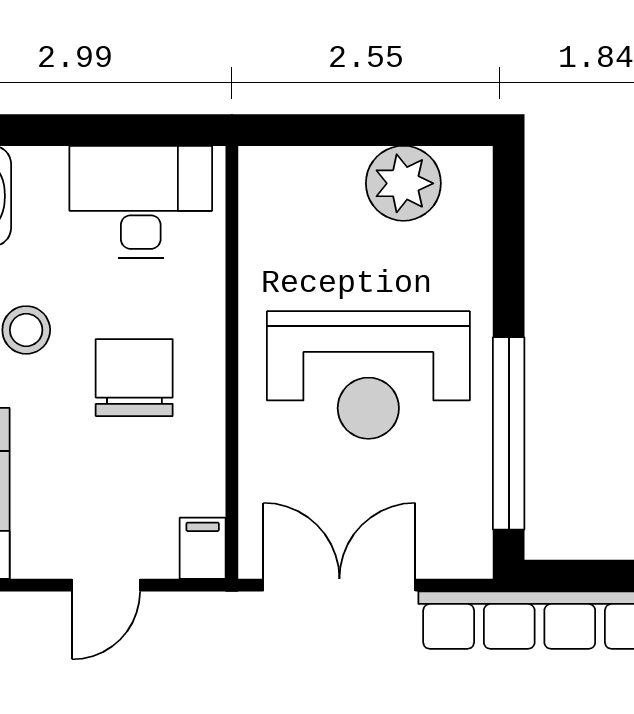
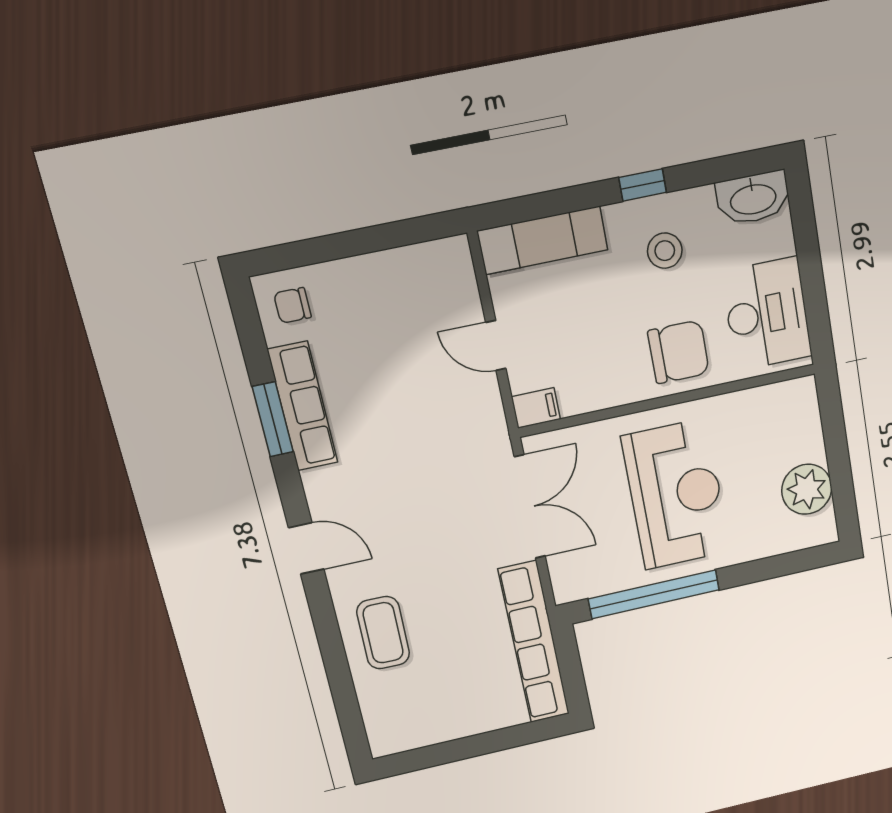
reception desk: (368, 375) -> (676, 494), turned 180
chair: (134, 378) -> (679, 352), moved

